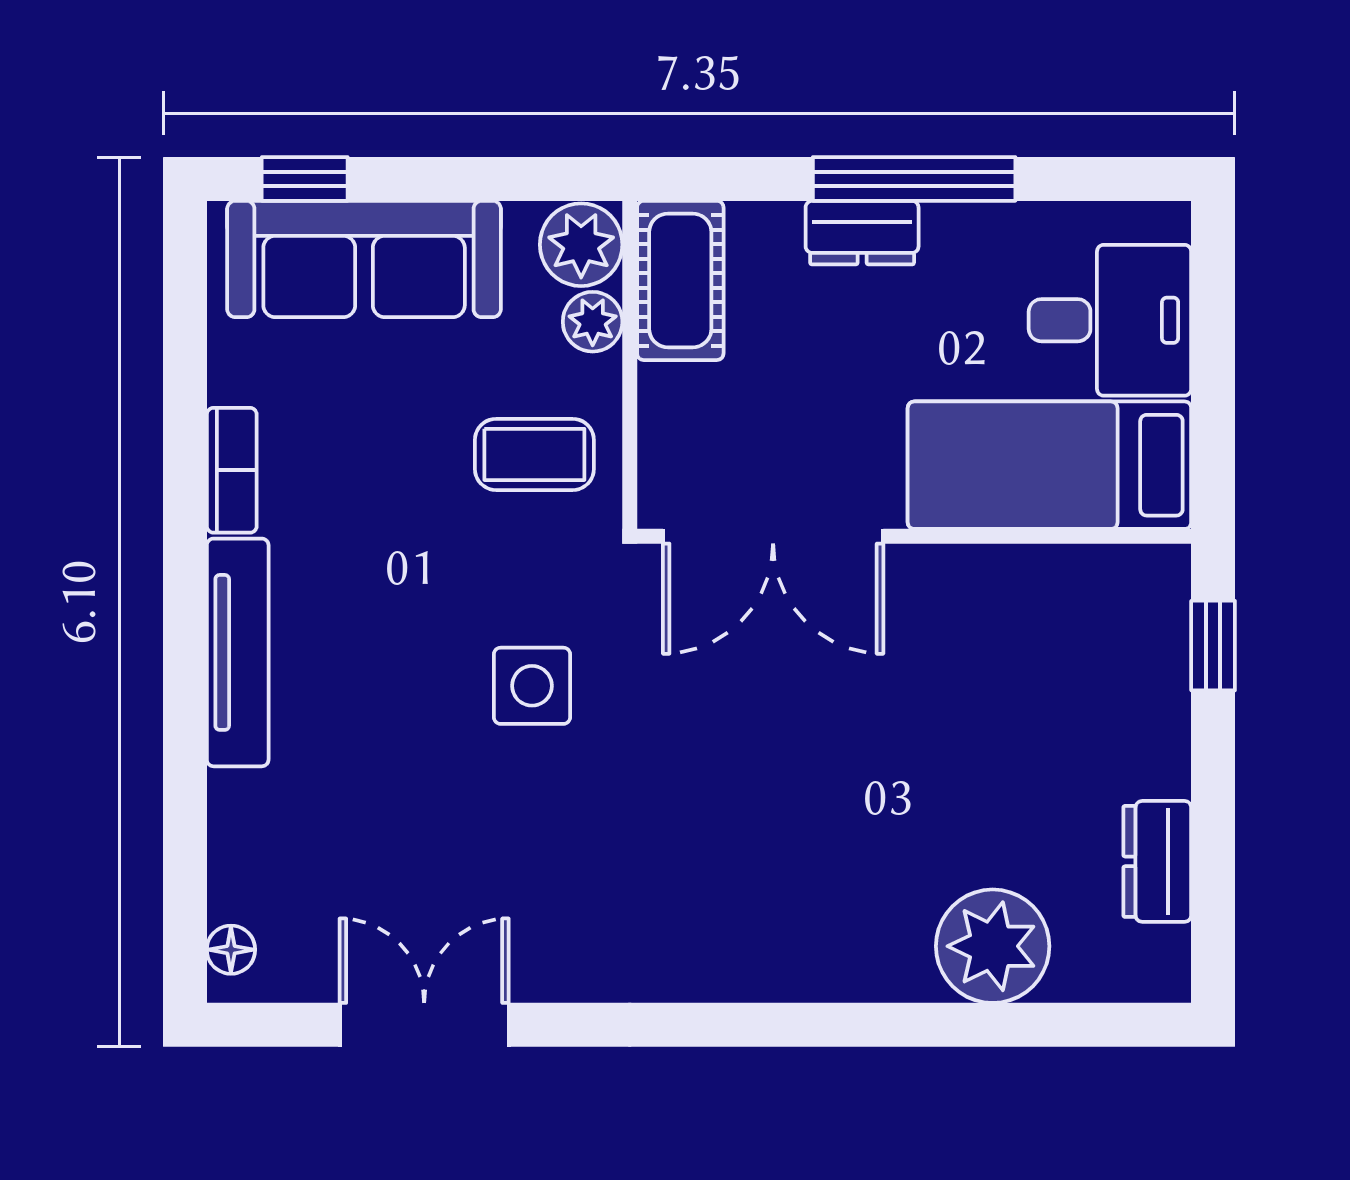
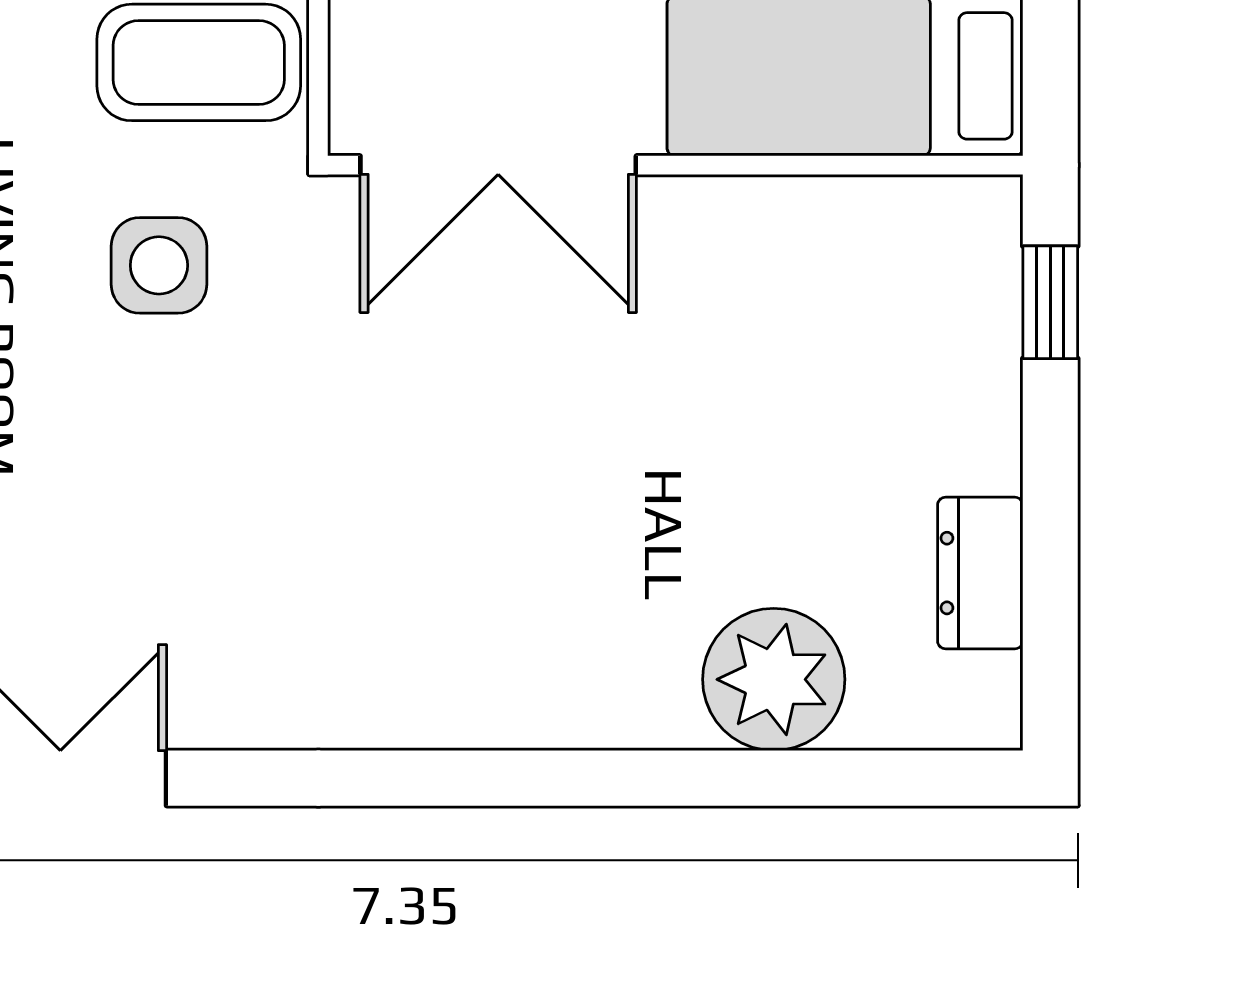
coffee table: (534, 454) -> (199, 62), width x1.36, depth x1.30
side table: (532, 686) -> (159, 265), moved

